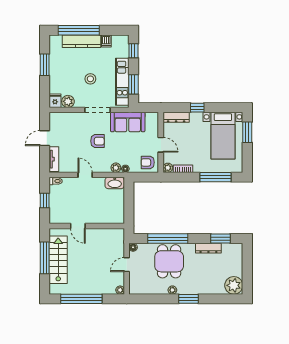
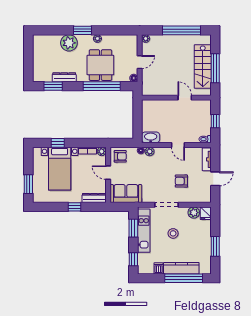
sofa: (128, 122) -> (126, 194), moved
bed with nightstands: (223, 136) -> (60, 169), moved, turned 180
armchair: (97, 141) -> (181, 181), moved
window: (215, 177) -> (58, 143), width x0.46
plant: (234, 285) -> (69, 43), moved

